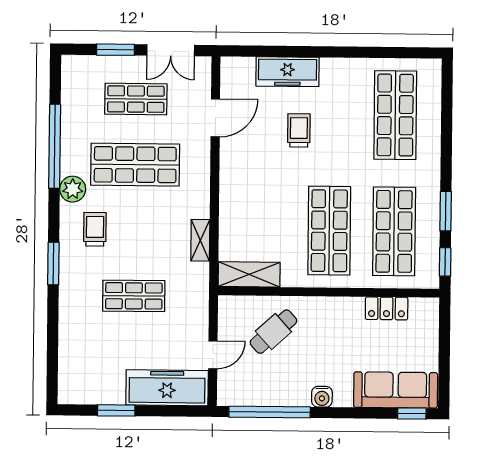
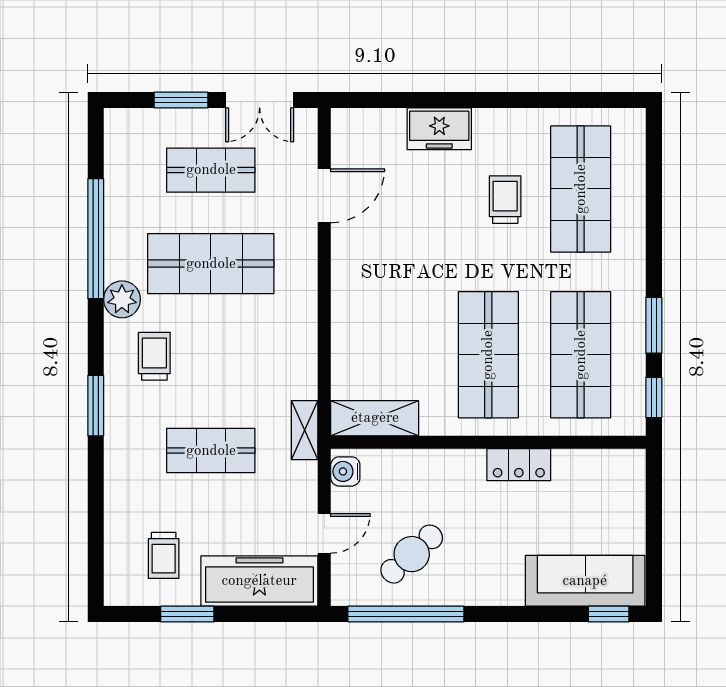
freezer: (288, 72) -> (439, 129), width x0.71
trolley: (299, 130) -> (505, 200), moved
shelving: (200, 240) -> (305, 430), moved
locker: (387, 308) -> (519, 465), moved
cafe table: (273, 332) -> (412, 554), moved
trolley: (100, 369) -> (164, 555), added
water cooler: (322, 397) -> (345, 471), moved, turned 90

